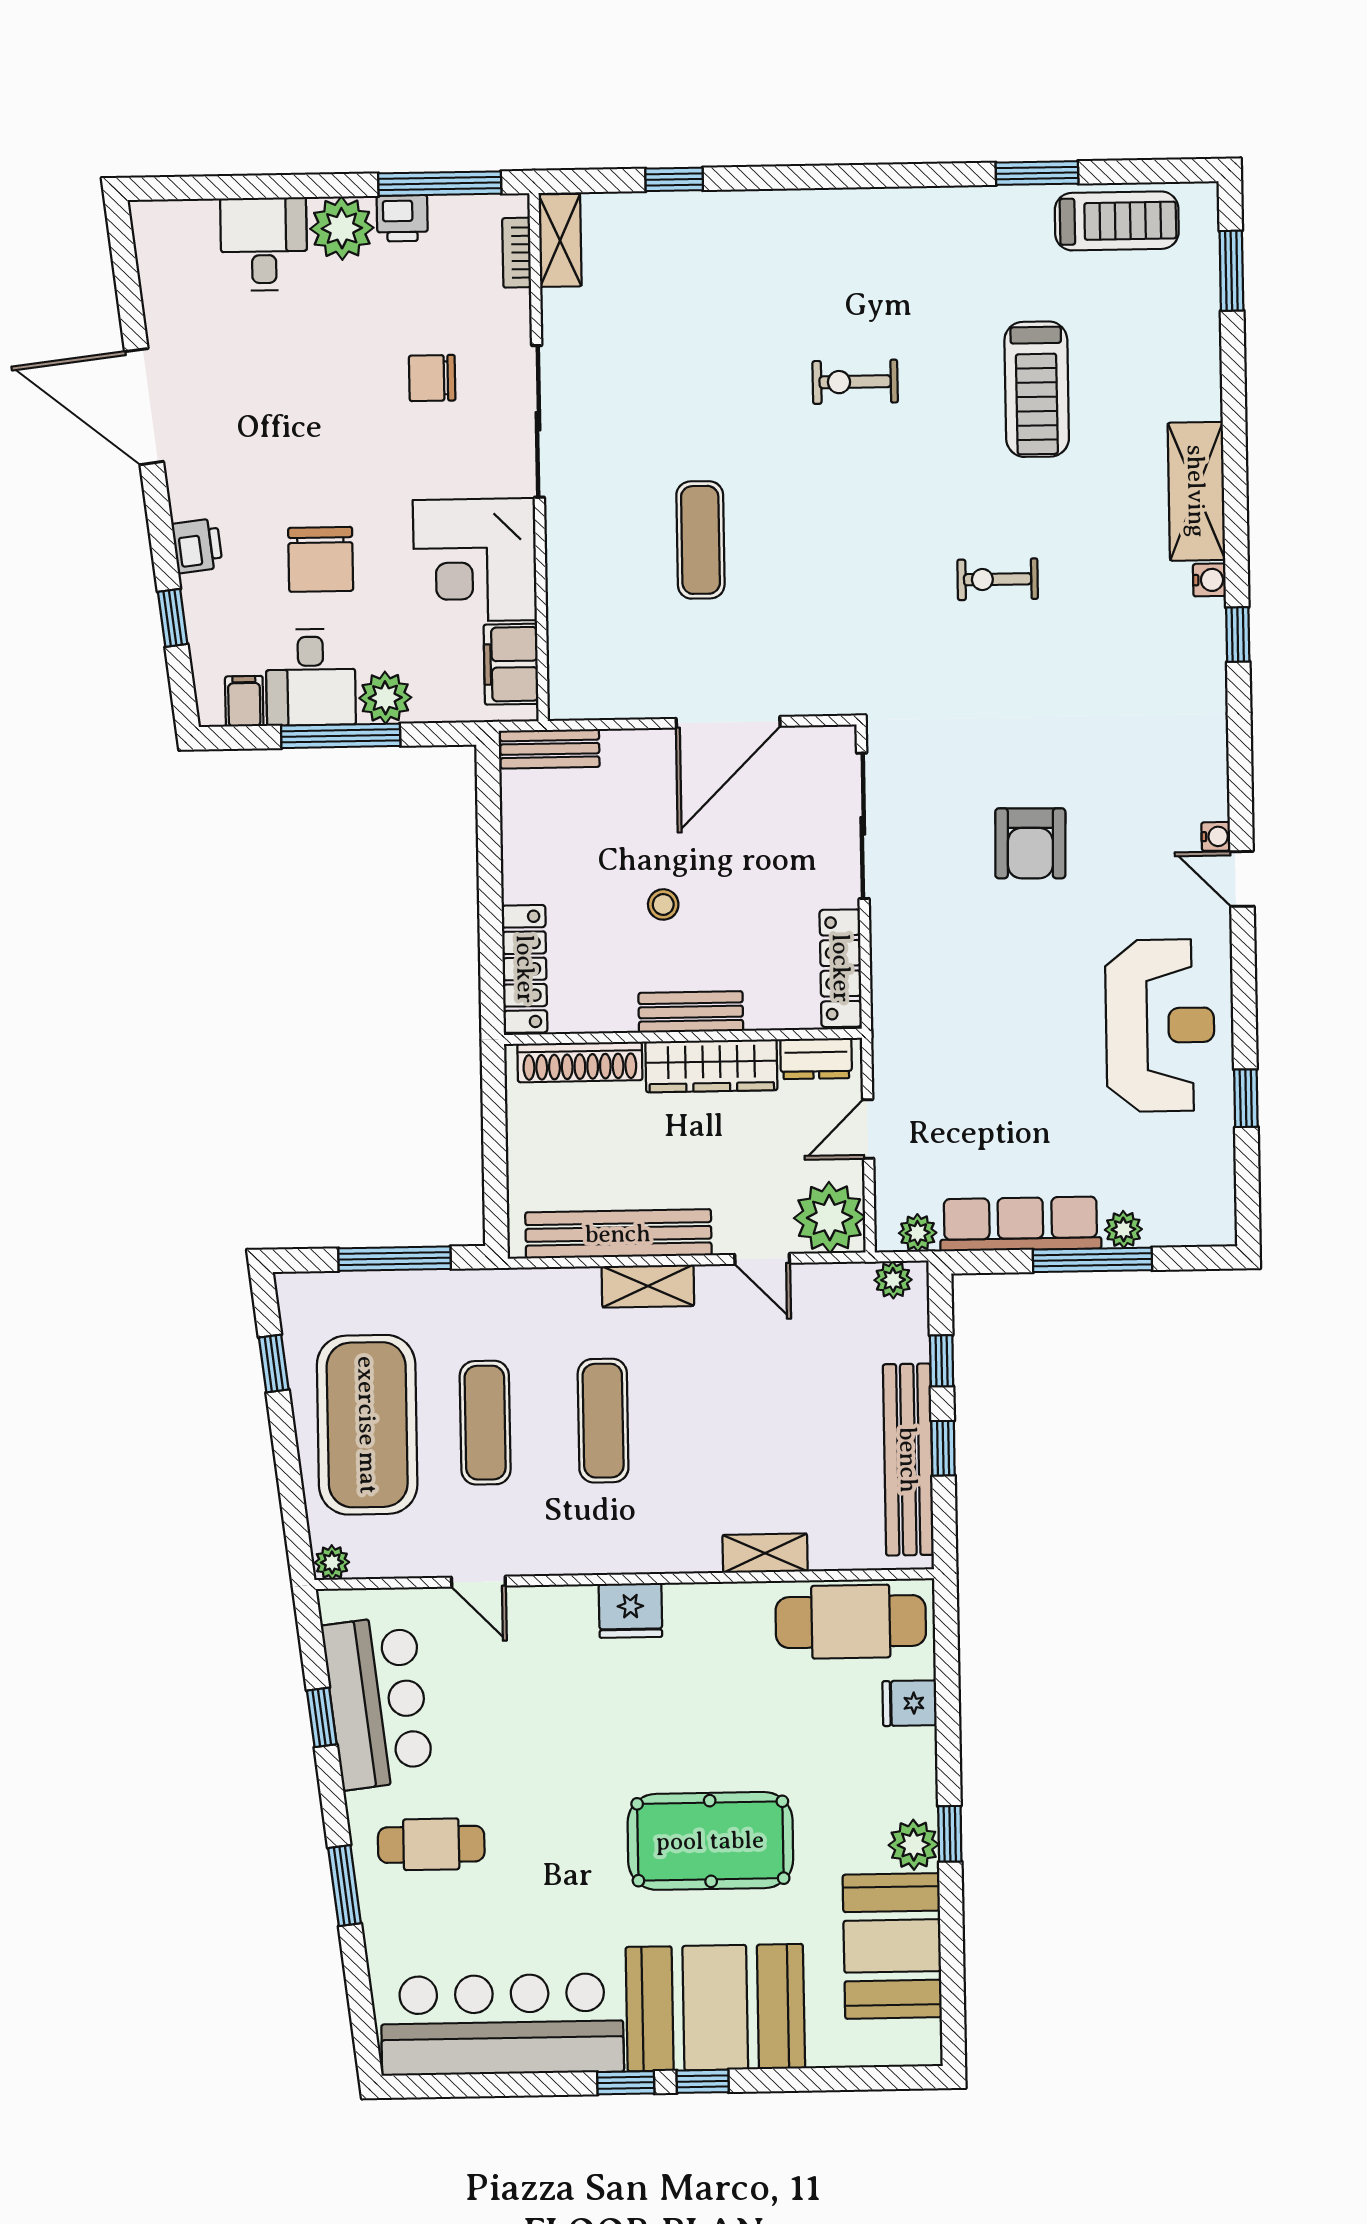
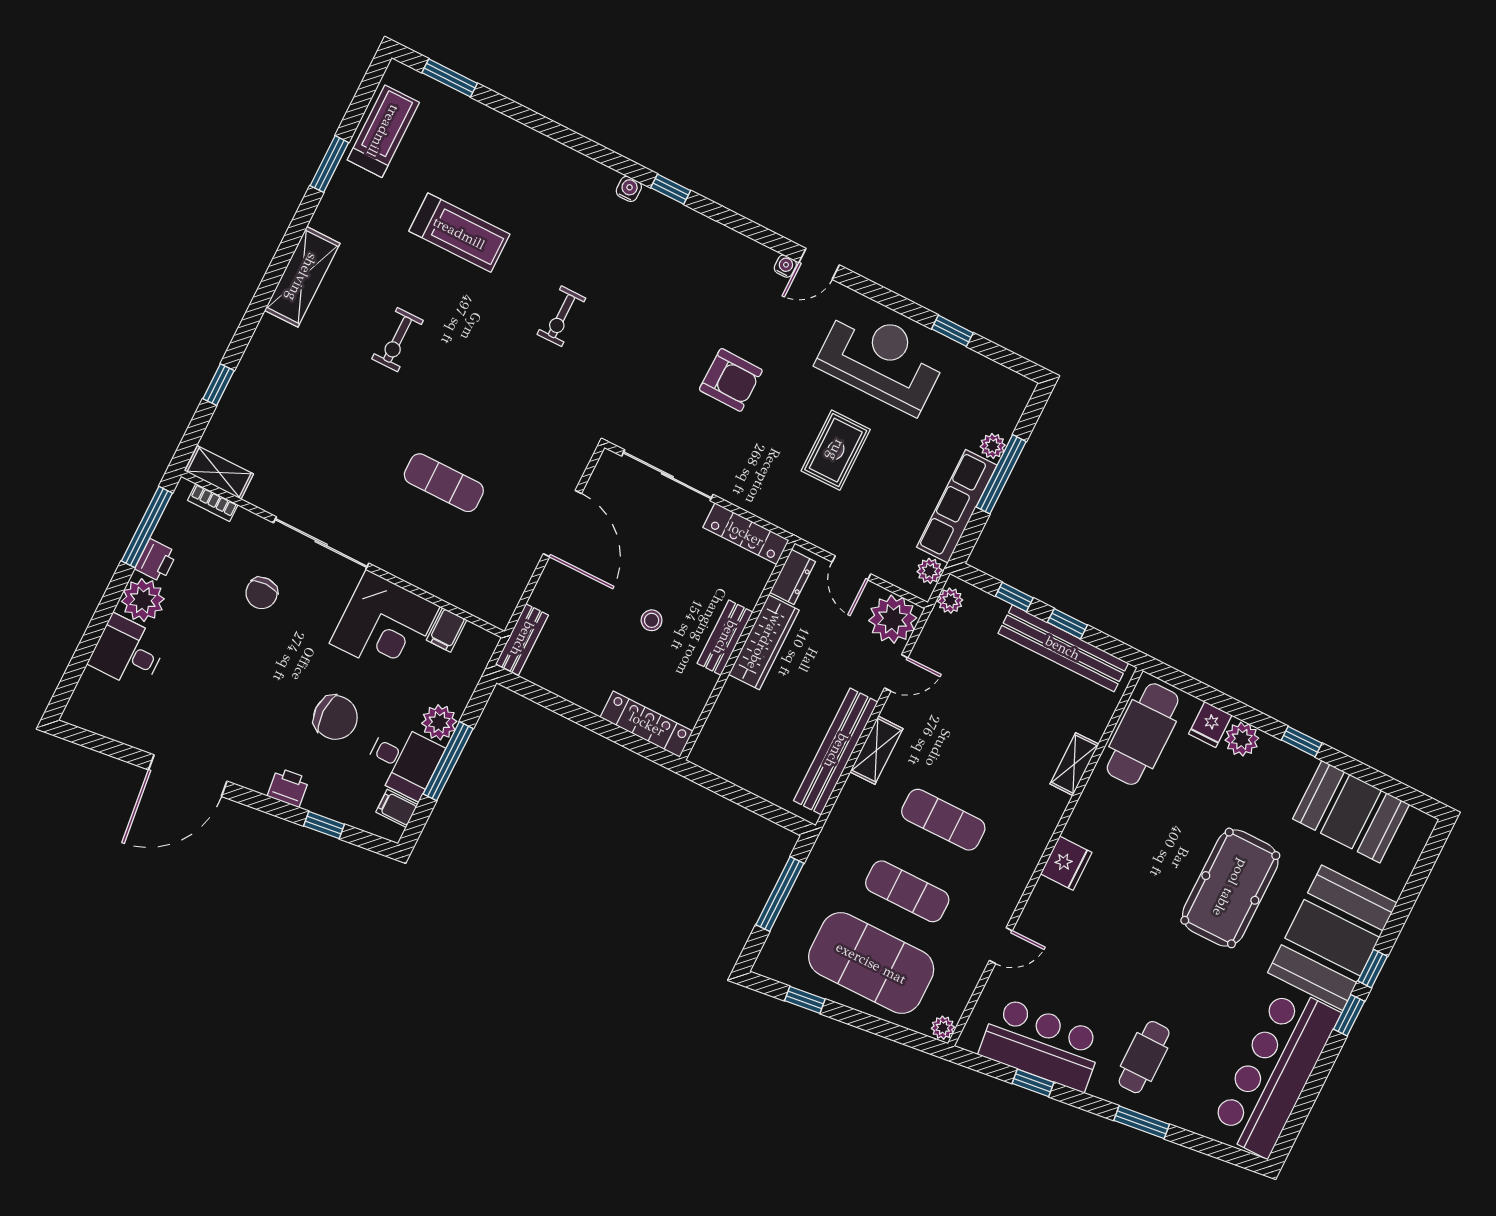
shelving: (1196, 491) -> (302, 277), moved, turned 90
filing cabinet: (511, 664) -> (447, 630), width x0.50
rug: (1011, 1028) -> (836, 450), added
shoe rack: (580, 1062) -> (720, 720), removed
plant: (914, 1845) -> (1242, 739), moved

